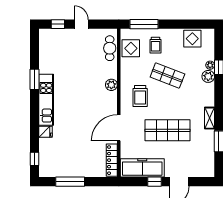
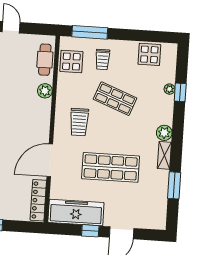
plant: (208, 76) -> (164, 133), moved
plant: (111, 85) -> (45, 91), moved

